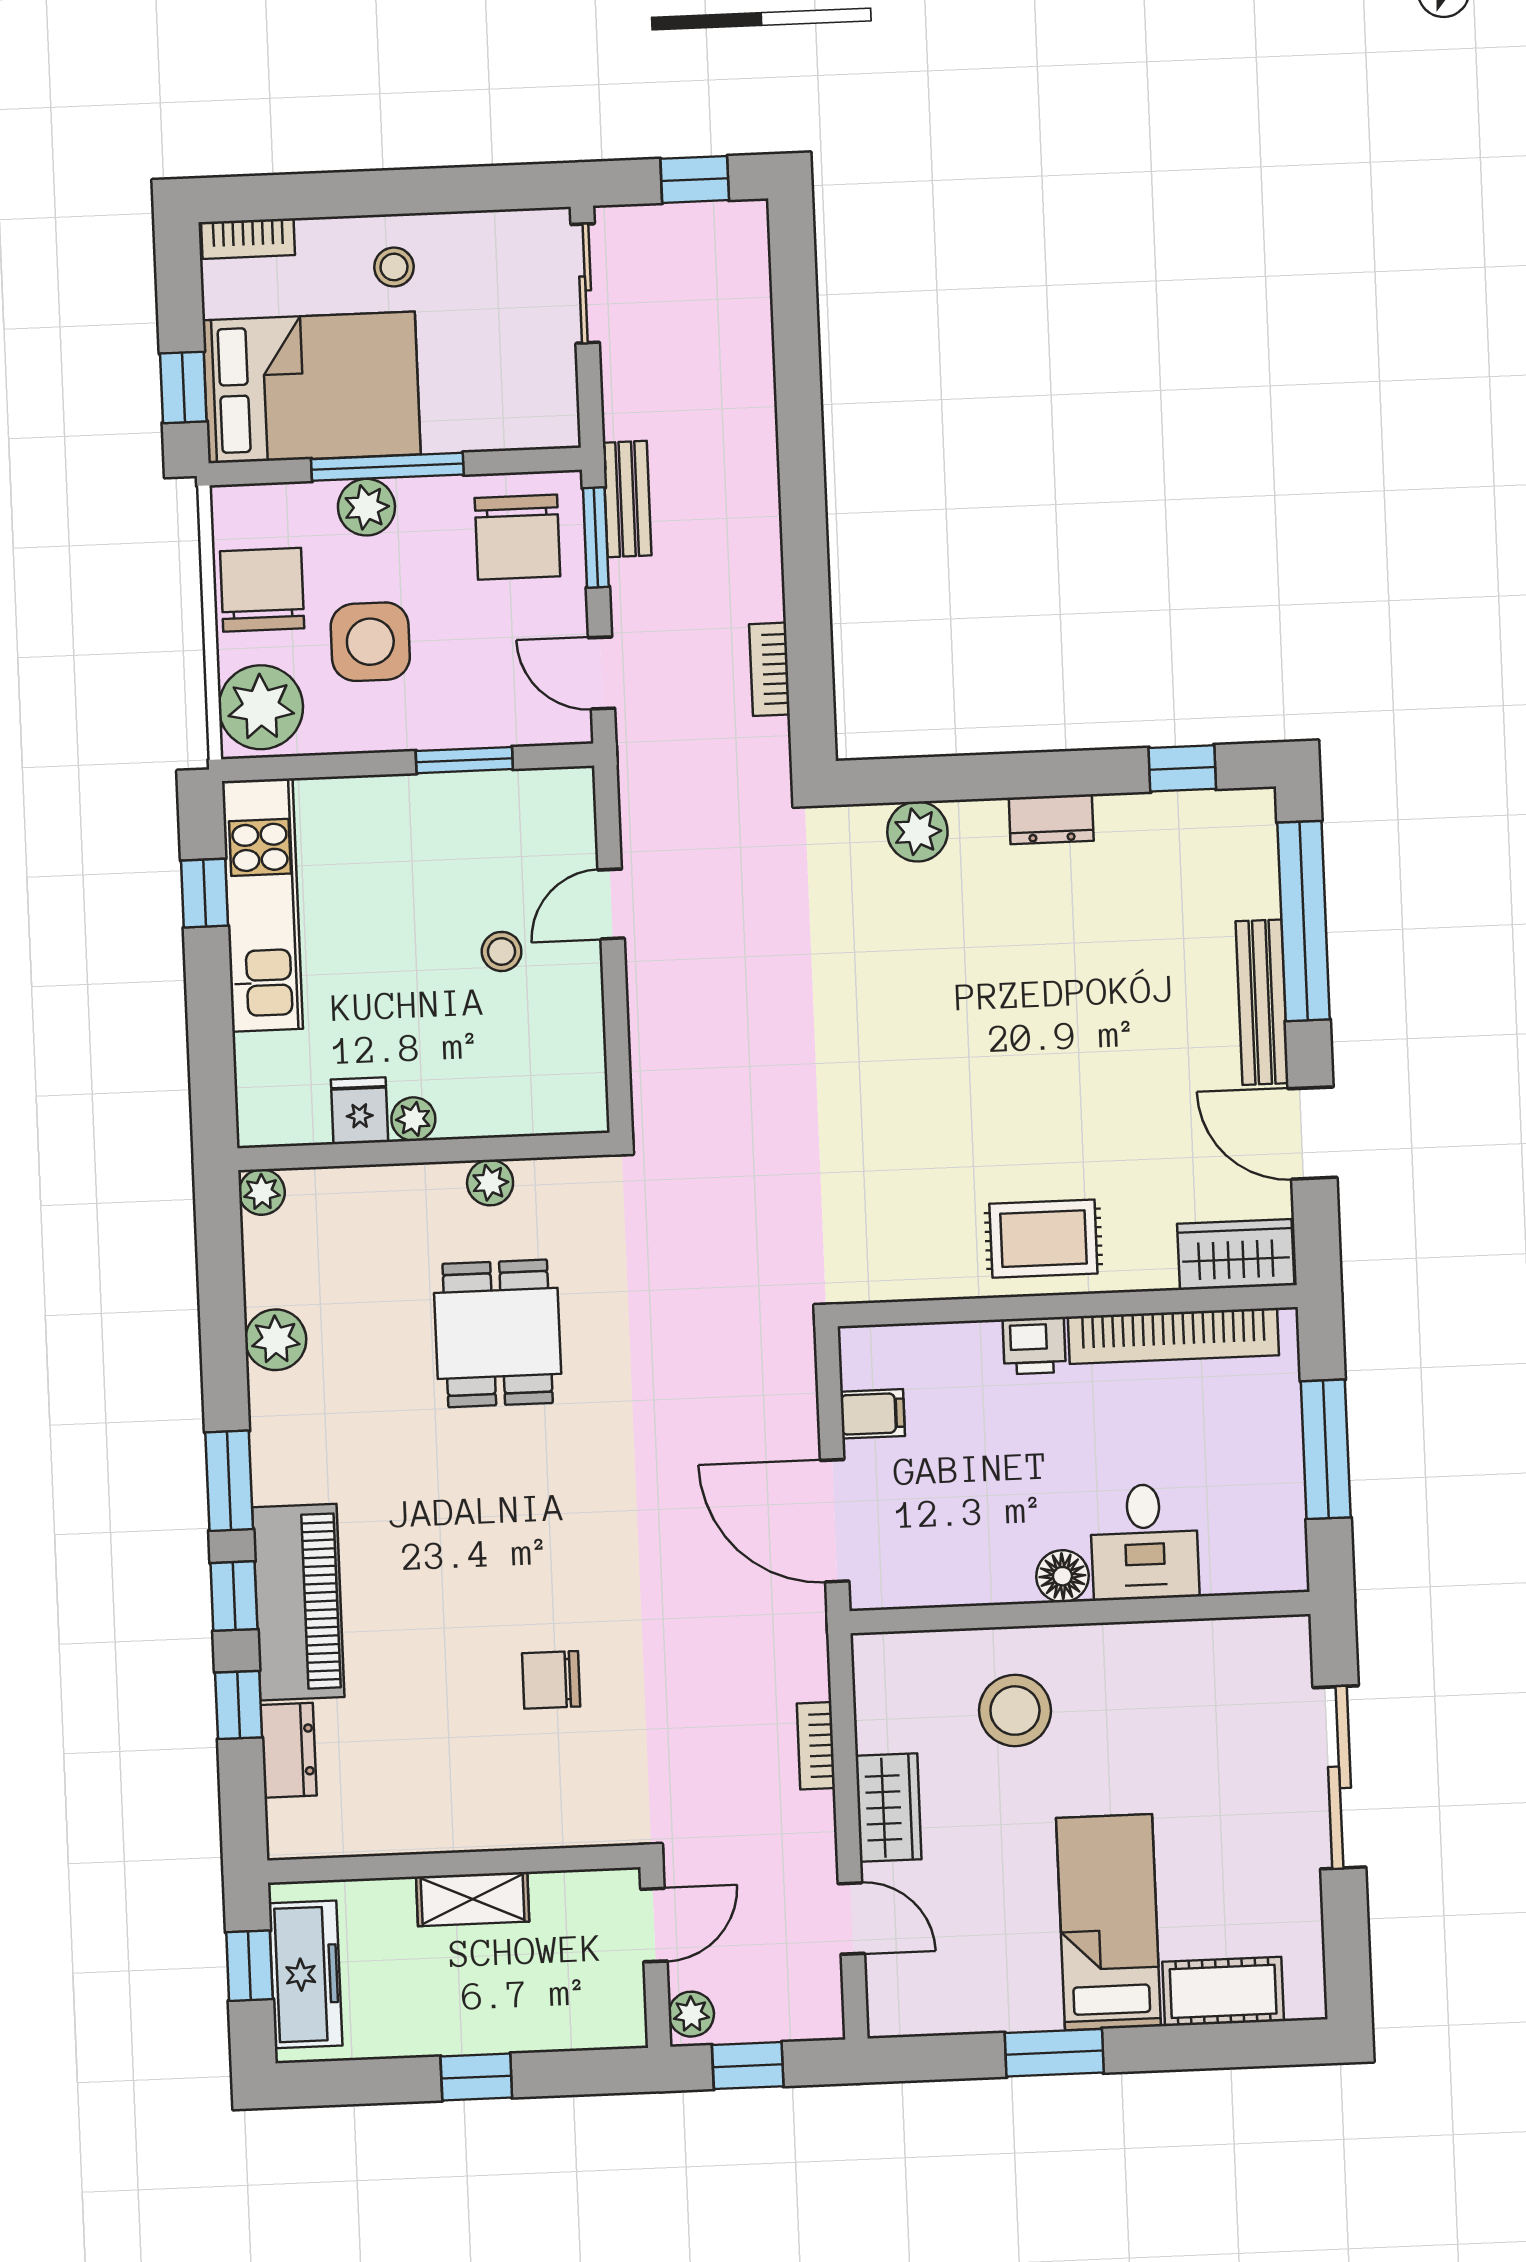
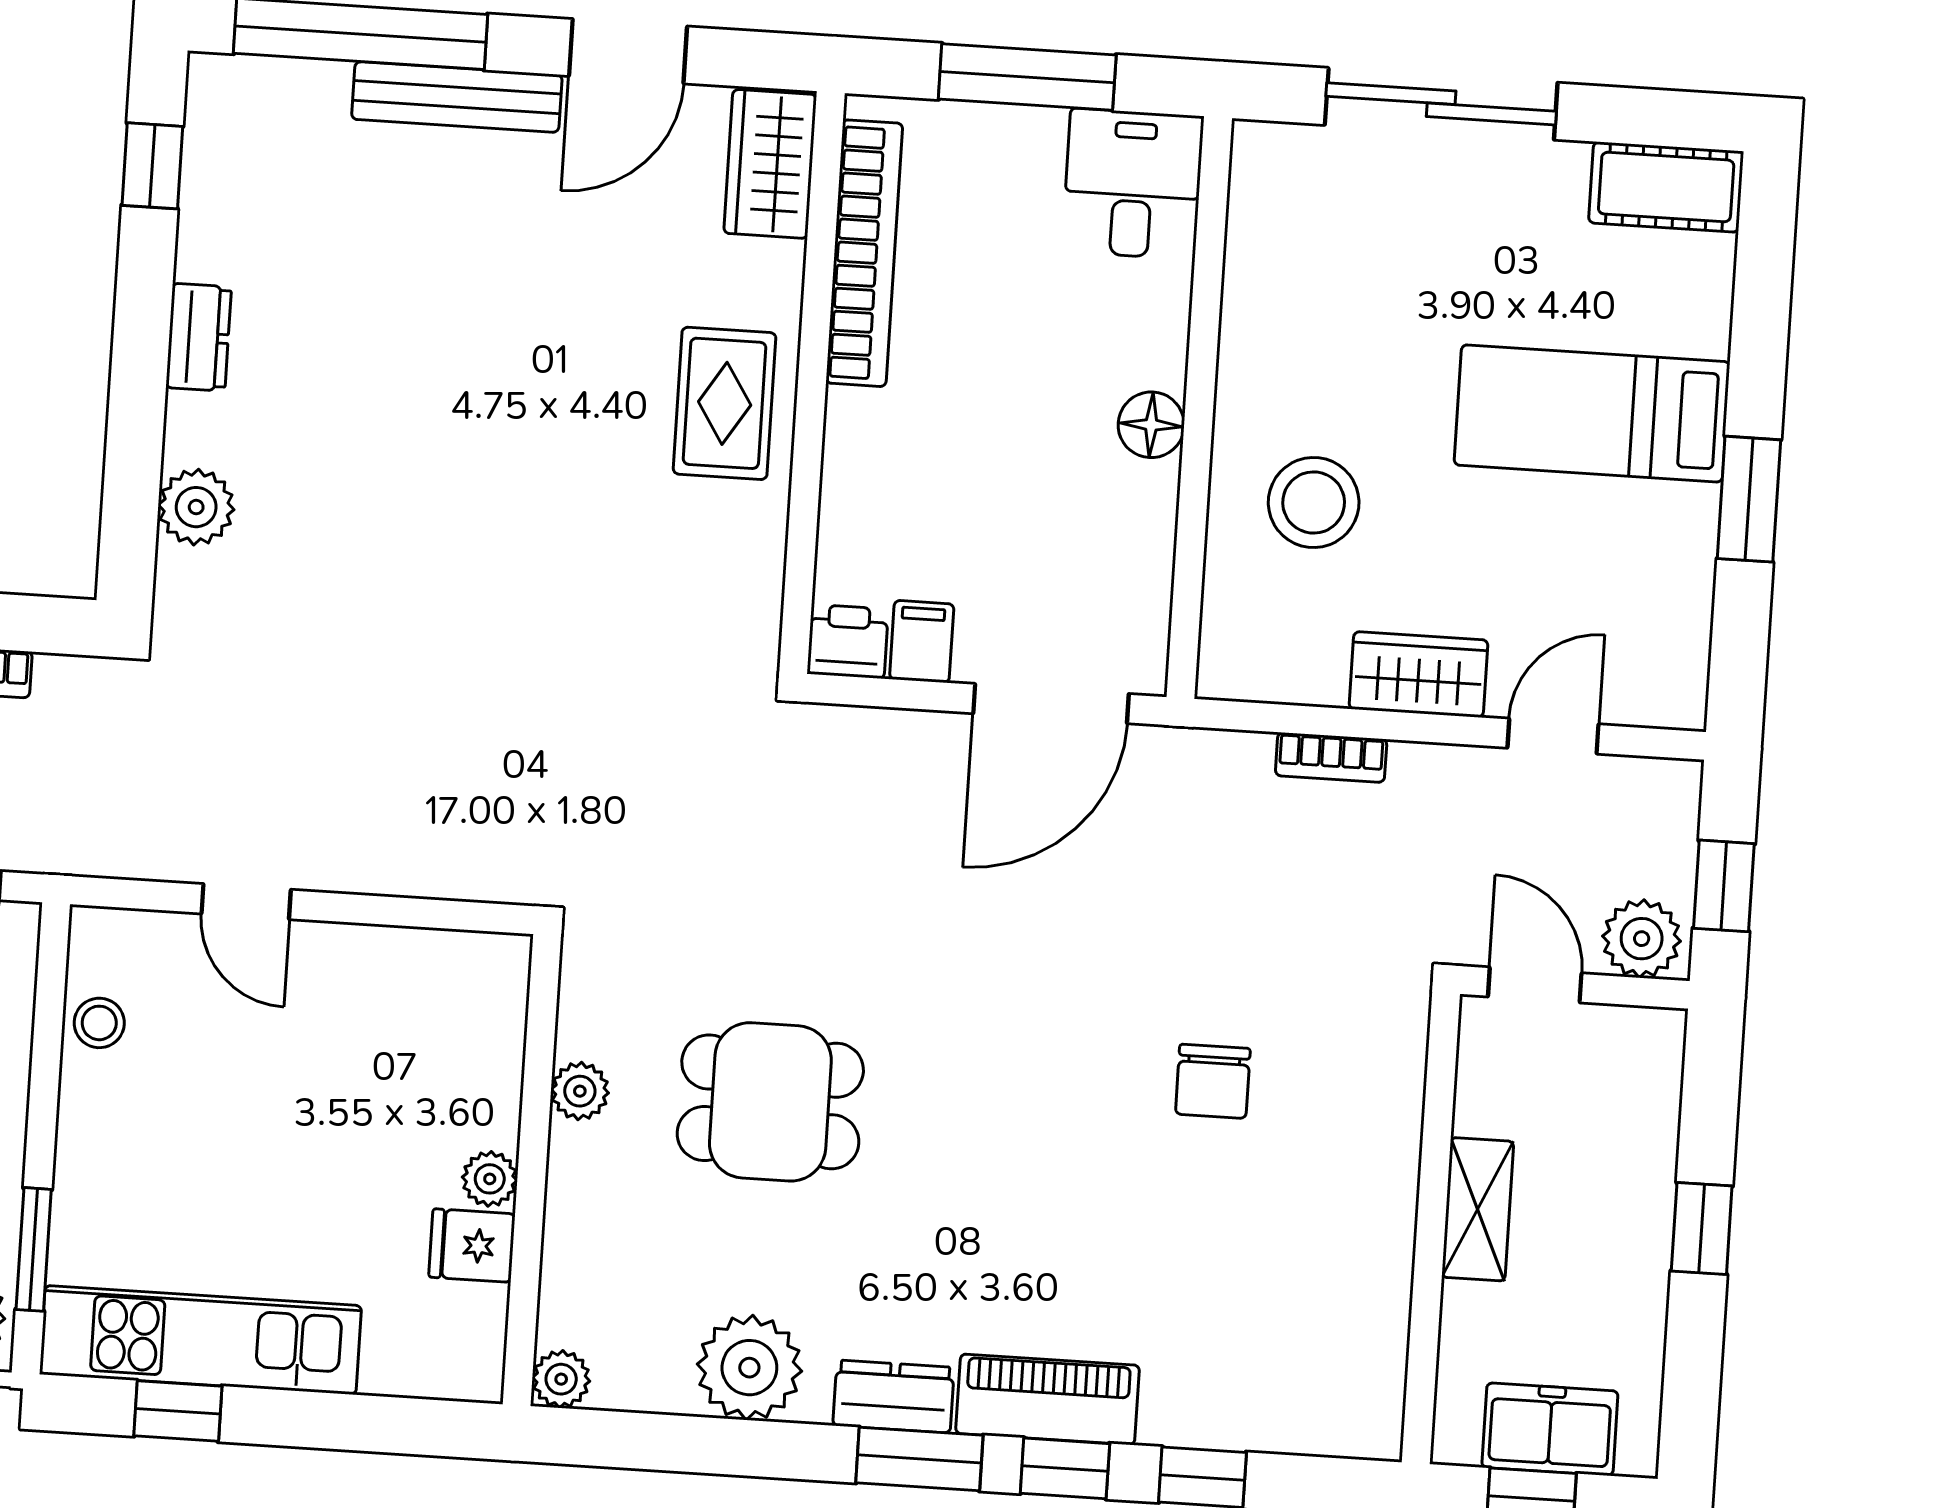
window: (464, 760) -> (34, 1249), moved
stool: (502, 951) -> (99, 1023), moved
plant: (276, 1340) -> (749, 1368), width x1.36, depth x1.36
printer: (1034, 1346) -> (848, 641), moved, turned -90
desk: (1144, 1542) -> (1133, 184), moved, turned -90
piano: (298, 1602) -> (1048, 1399), width x0.73, depth x0.75
dresser: (289, 1750) -> (894, 1396), moved
freezer: (306, 1974) -> (1550, 1429), width x0.71
cot: (1223, 1991) -> (1666, 187), moved, turned 90
plant: (691, 2014) -> (1642, 939), width x1.38, depth x1.38

